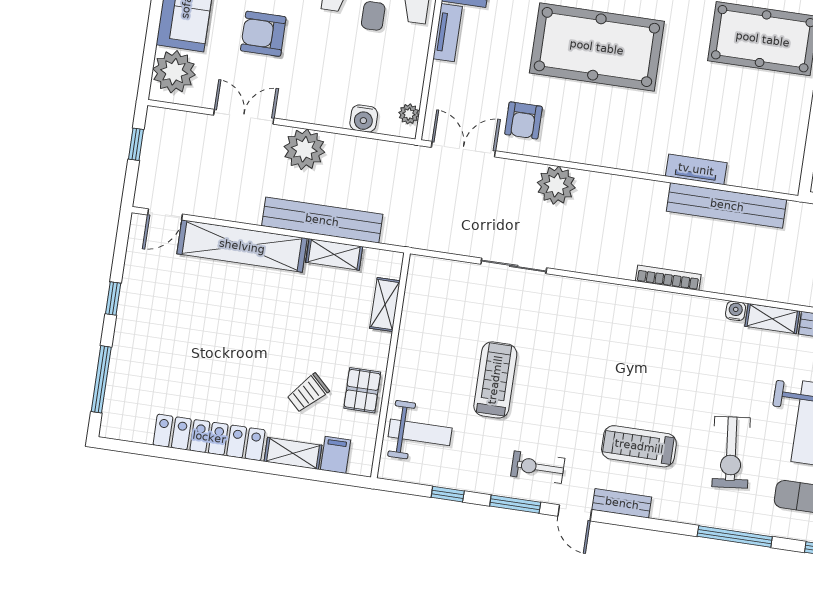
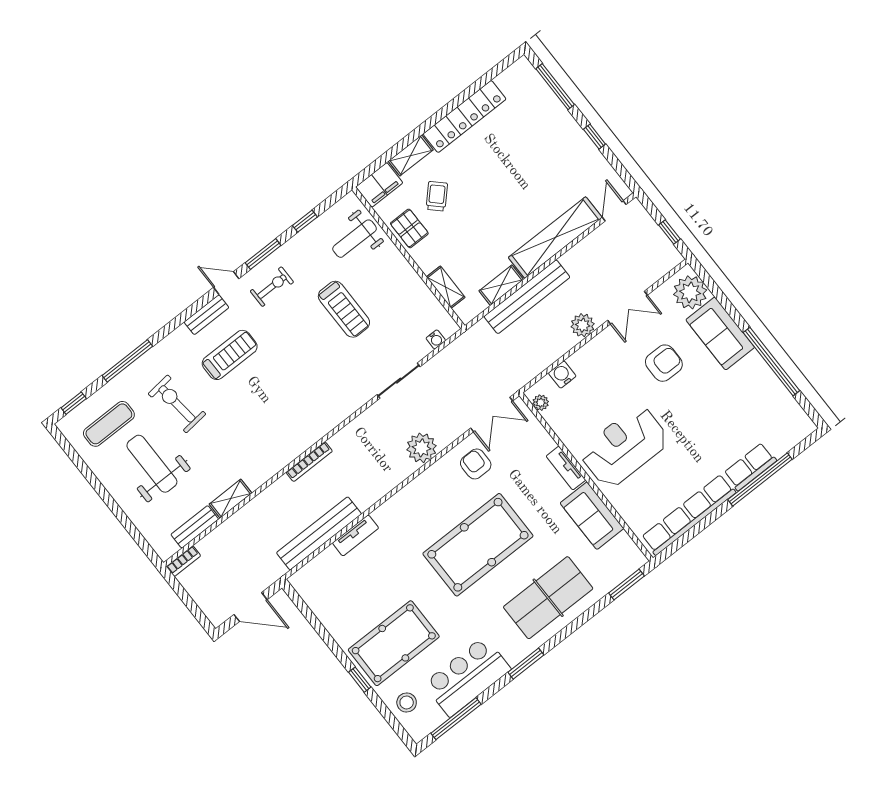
plant: (304, 149) -> (583, 325), width x0.73, depth x0.73
water cooler: (736, 311) -> (436, 339), moved
filing cabinet: (335, 455) -> (379, 185), width x2.00

